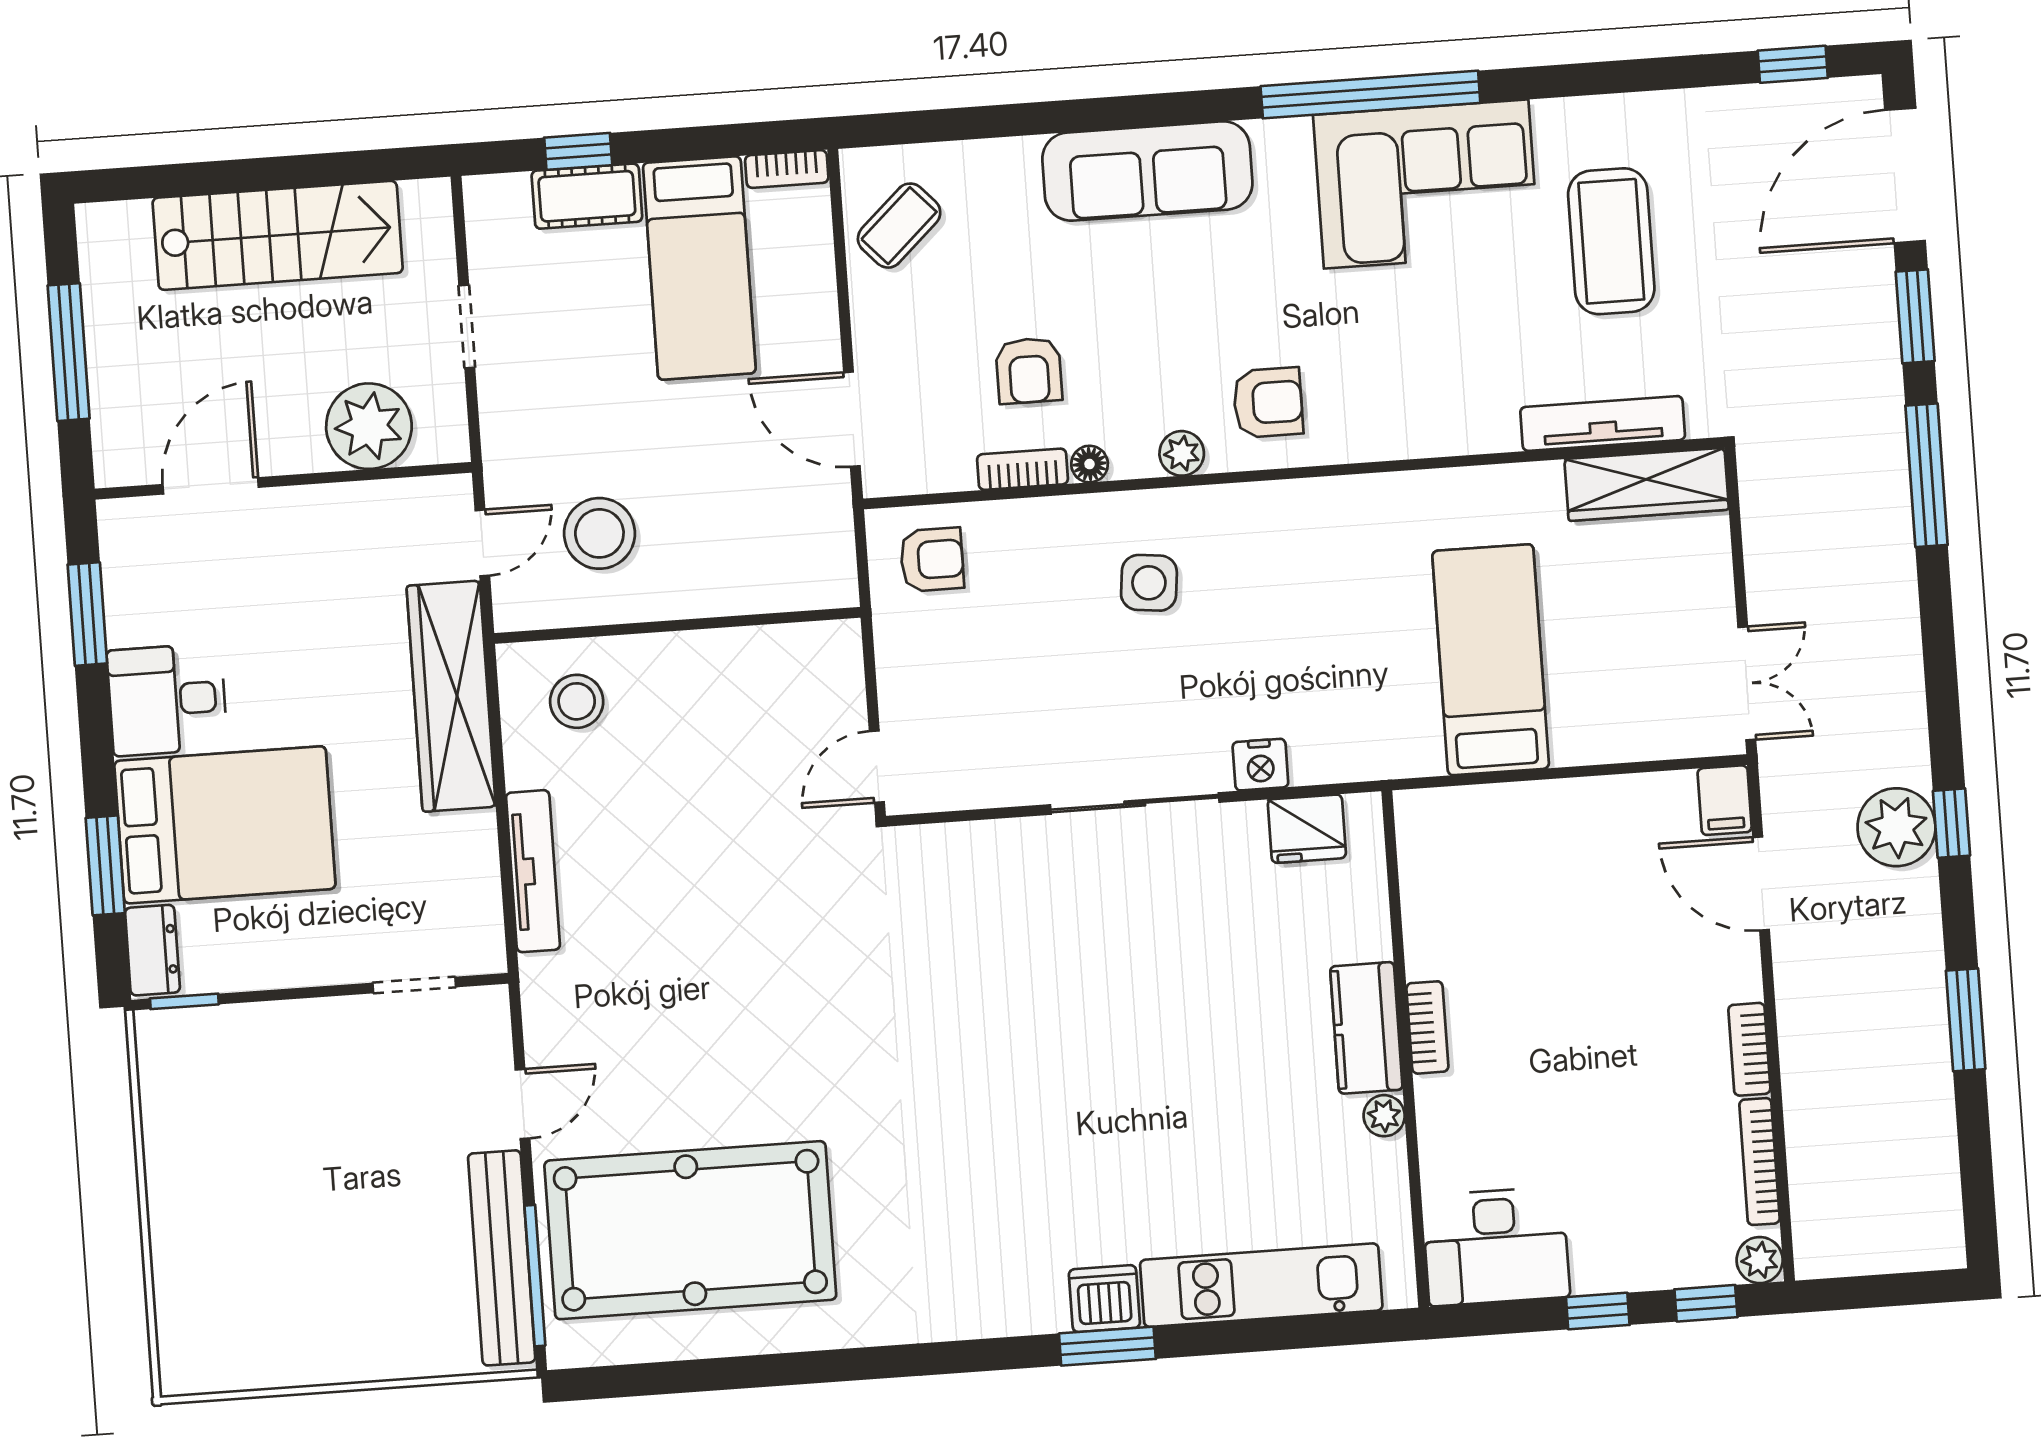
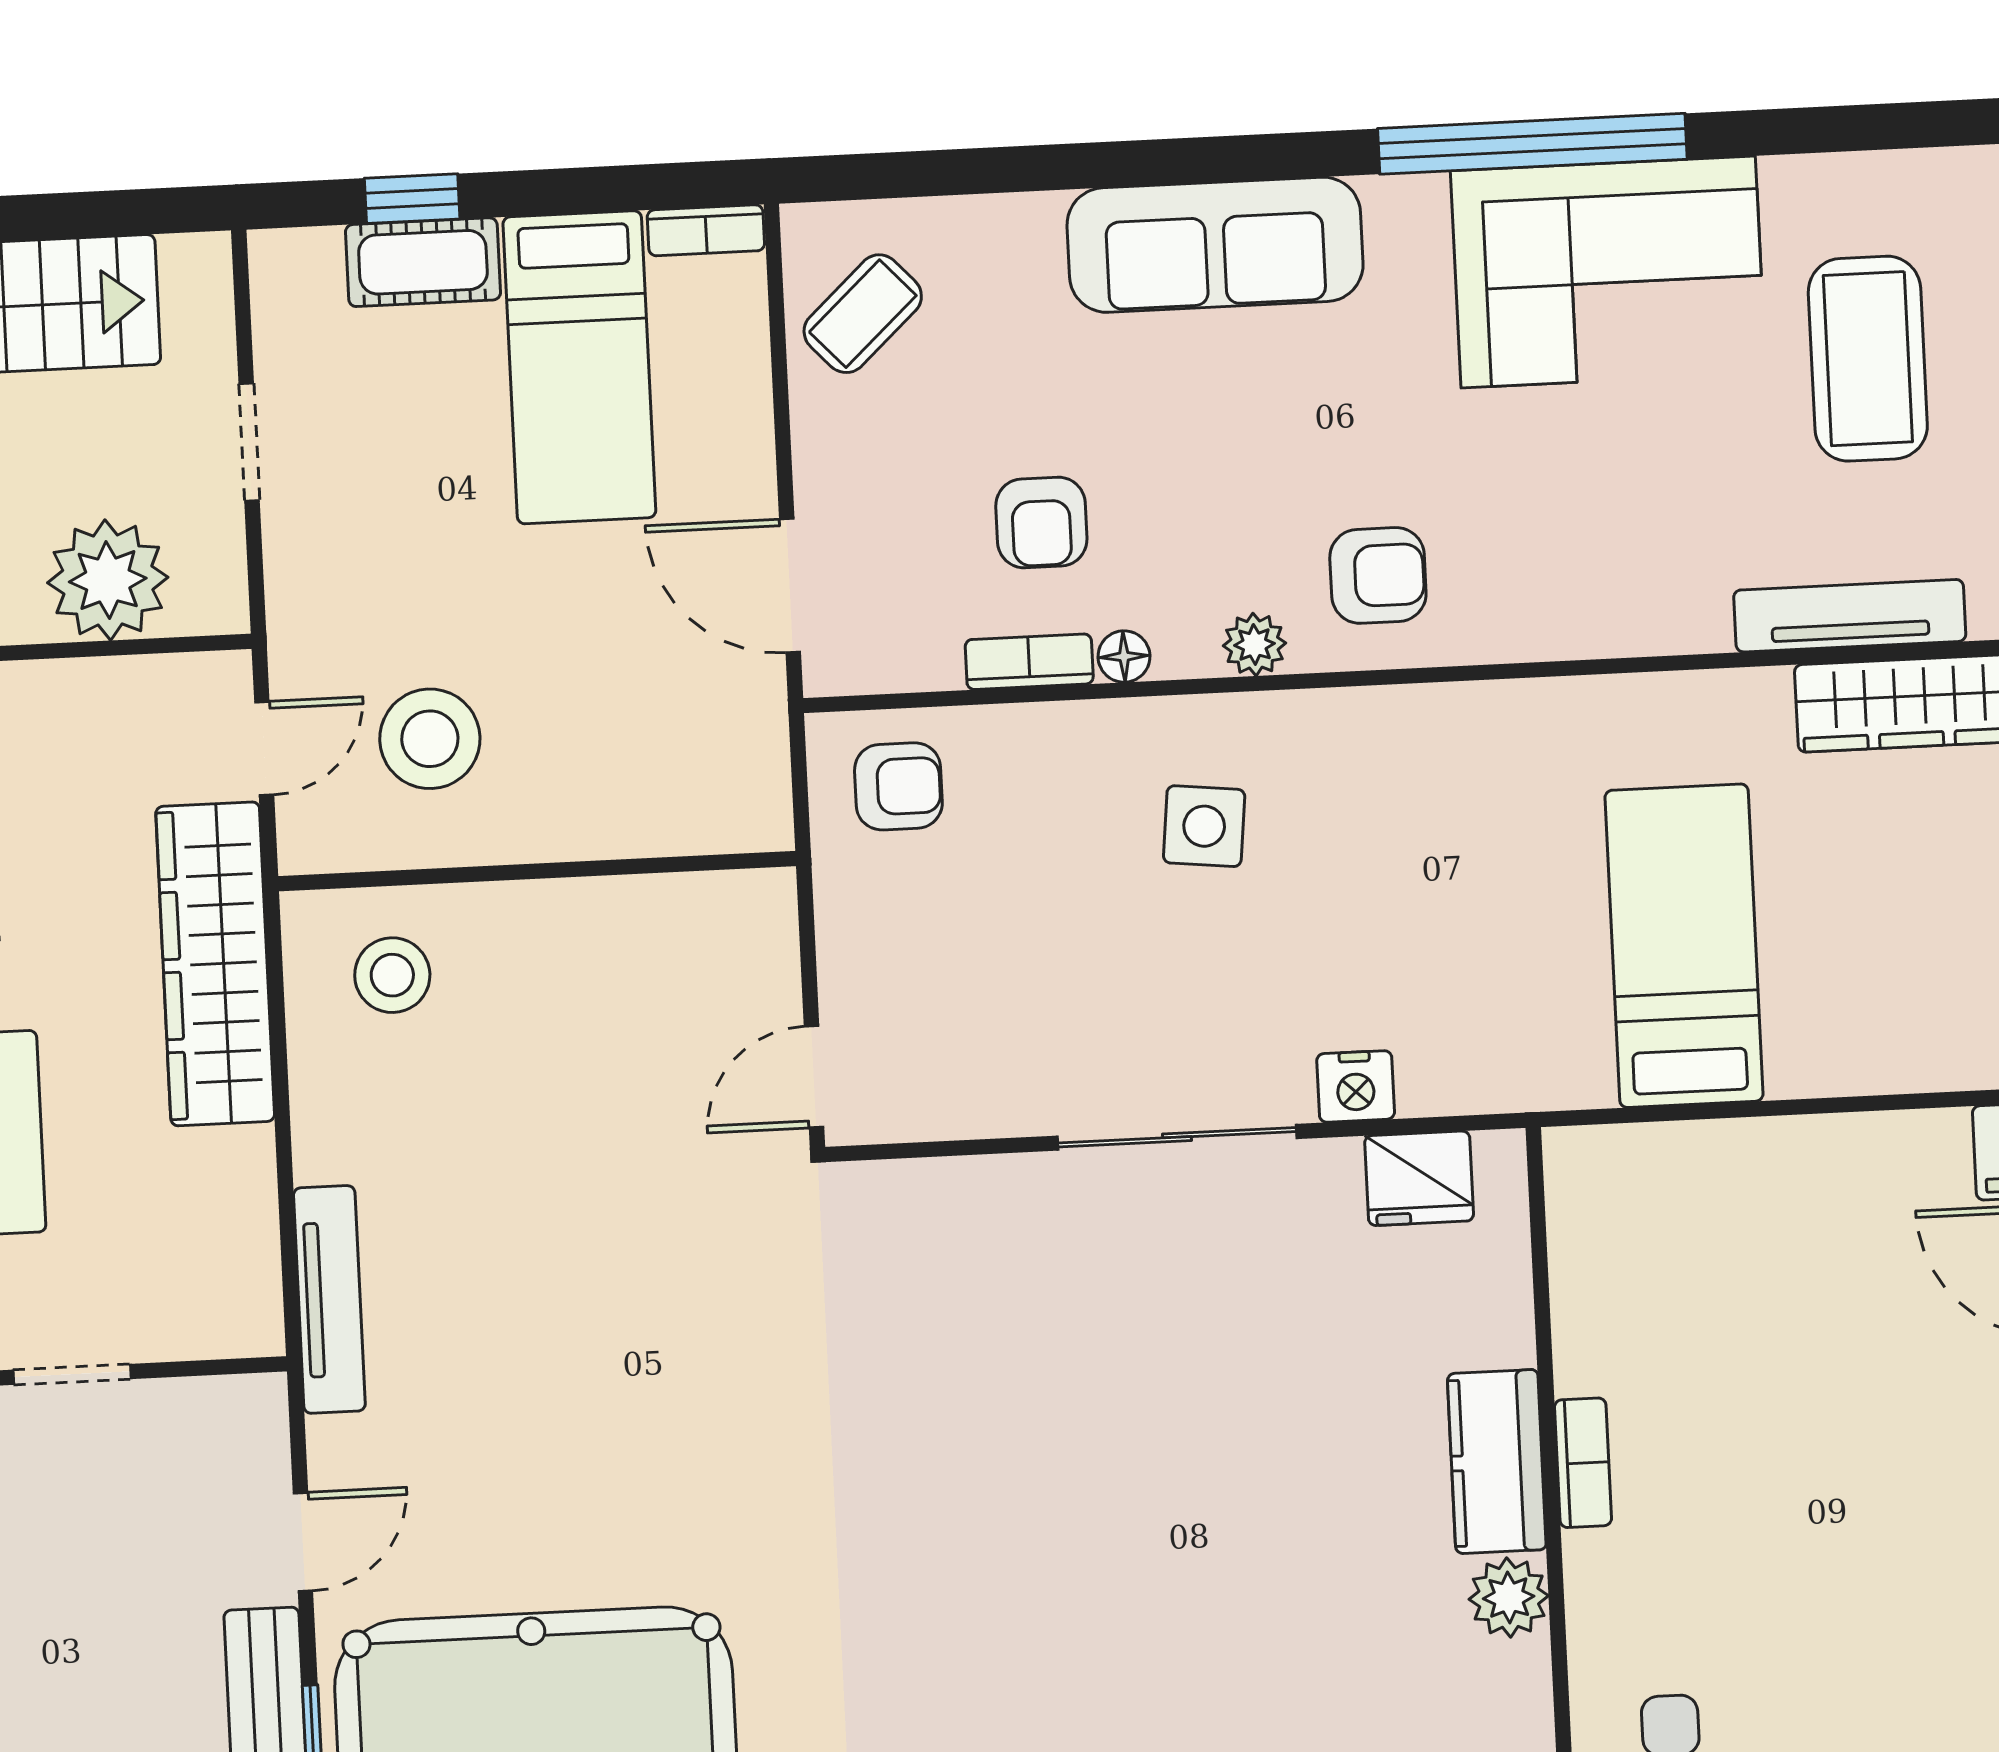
tv unit: (533, 871) -> (329, 1299), moved
doorway: (414, 985) -> (72, 1374), moved
plant: (1384, 1116) -> (1509, 1597), width x1.38, depth x1.38

